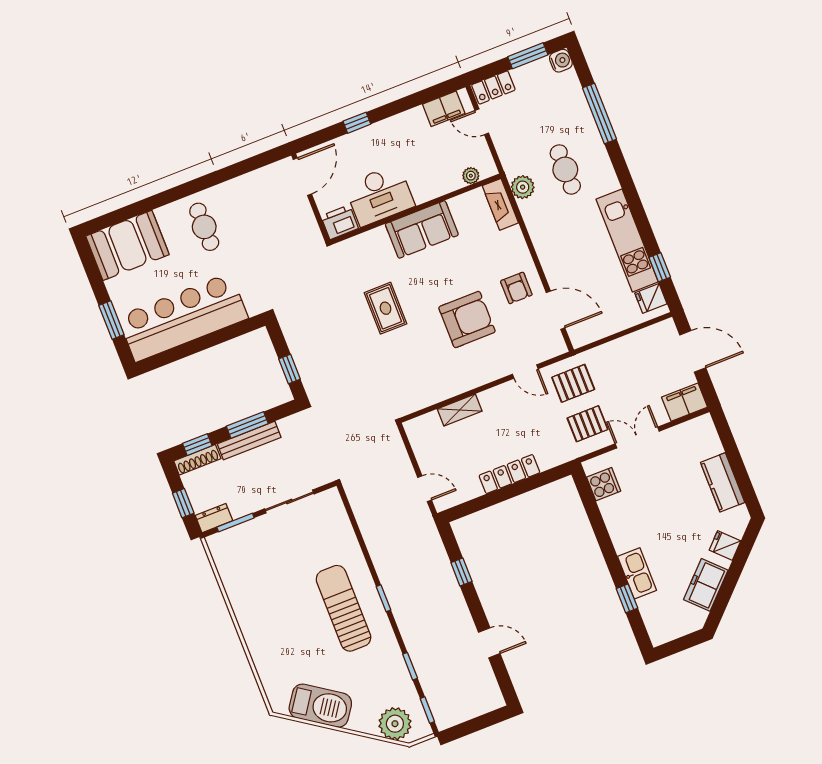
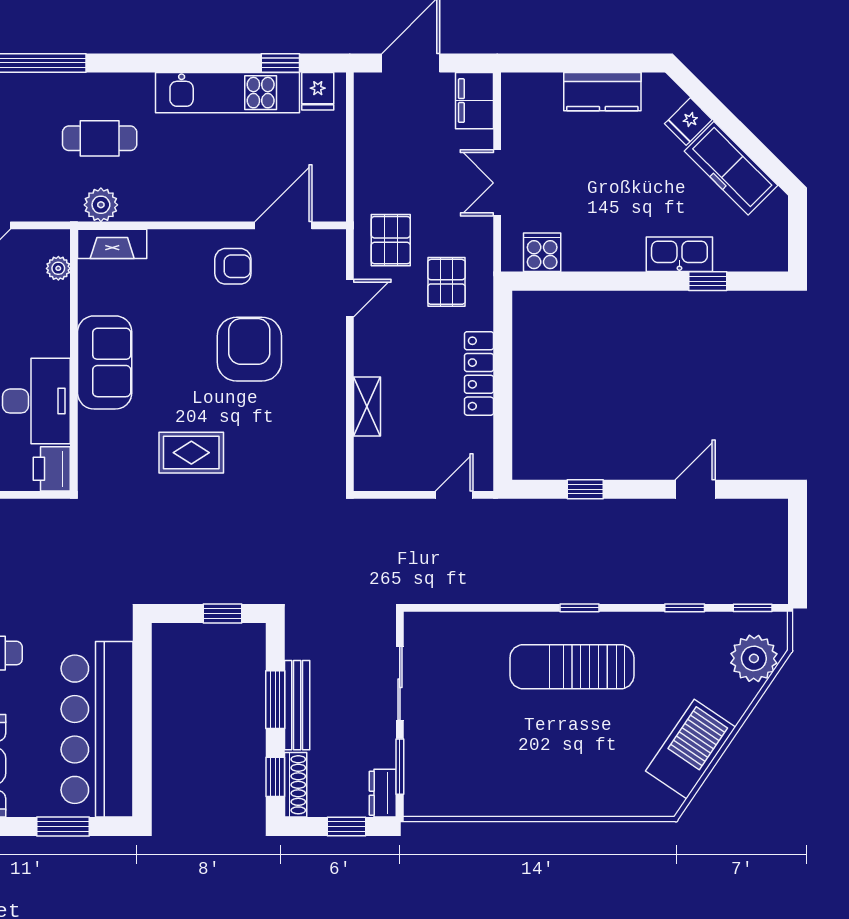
pallet: (588, 424) -> (446, 282), moved
freezer: (706, 585) -> (731, 168), width x1.40

